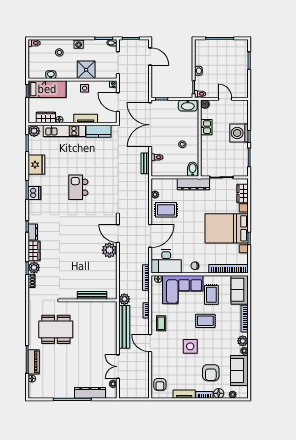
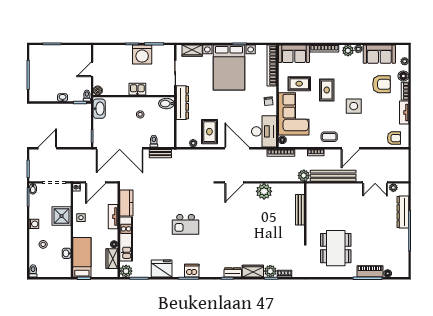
kitchen sink: (206, 127) -> (137, 89), moved
washing machine: (239, 133) -> (142, 55), moved
plant: (109, 250) -> (264, 191), moved

